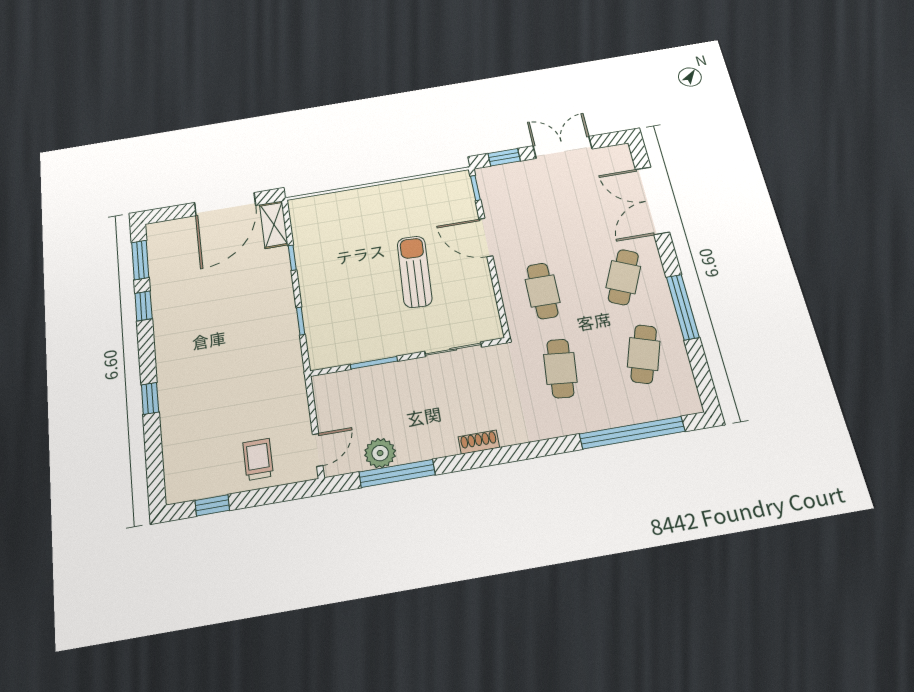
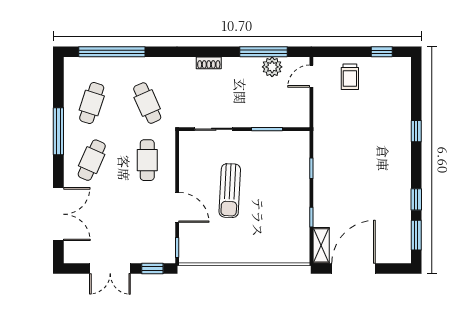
cafe table: (560, 368) -> (147, 103), turned -30

